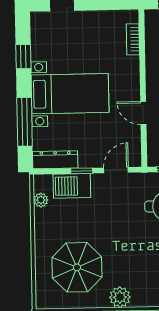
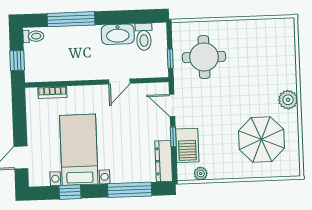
bed with nightstands: (70, 94) -> (79, 150), moved

